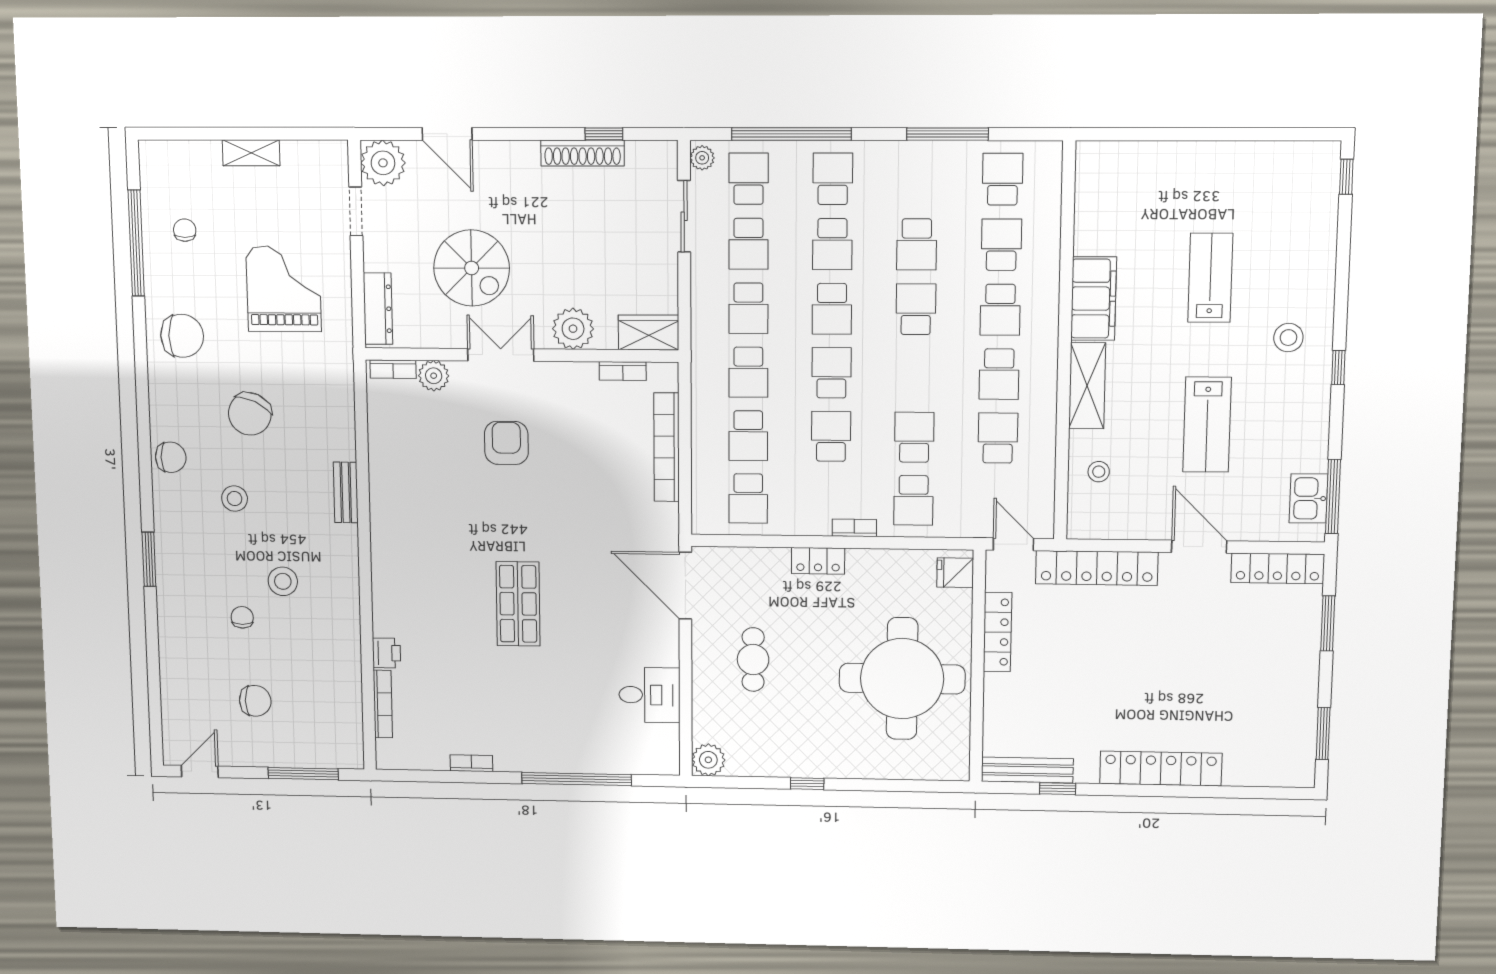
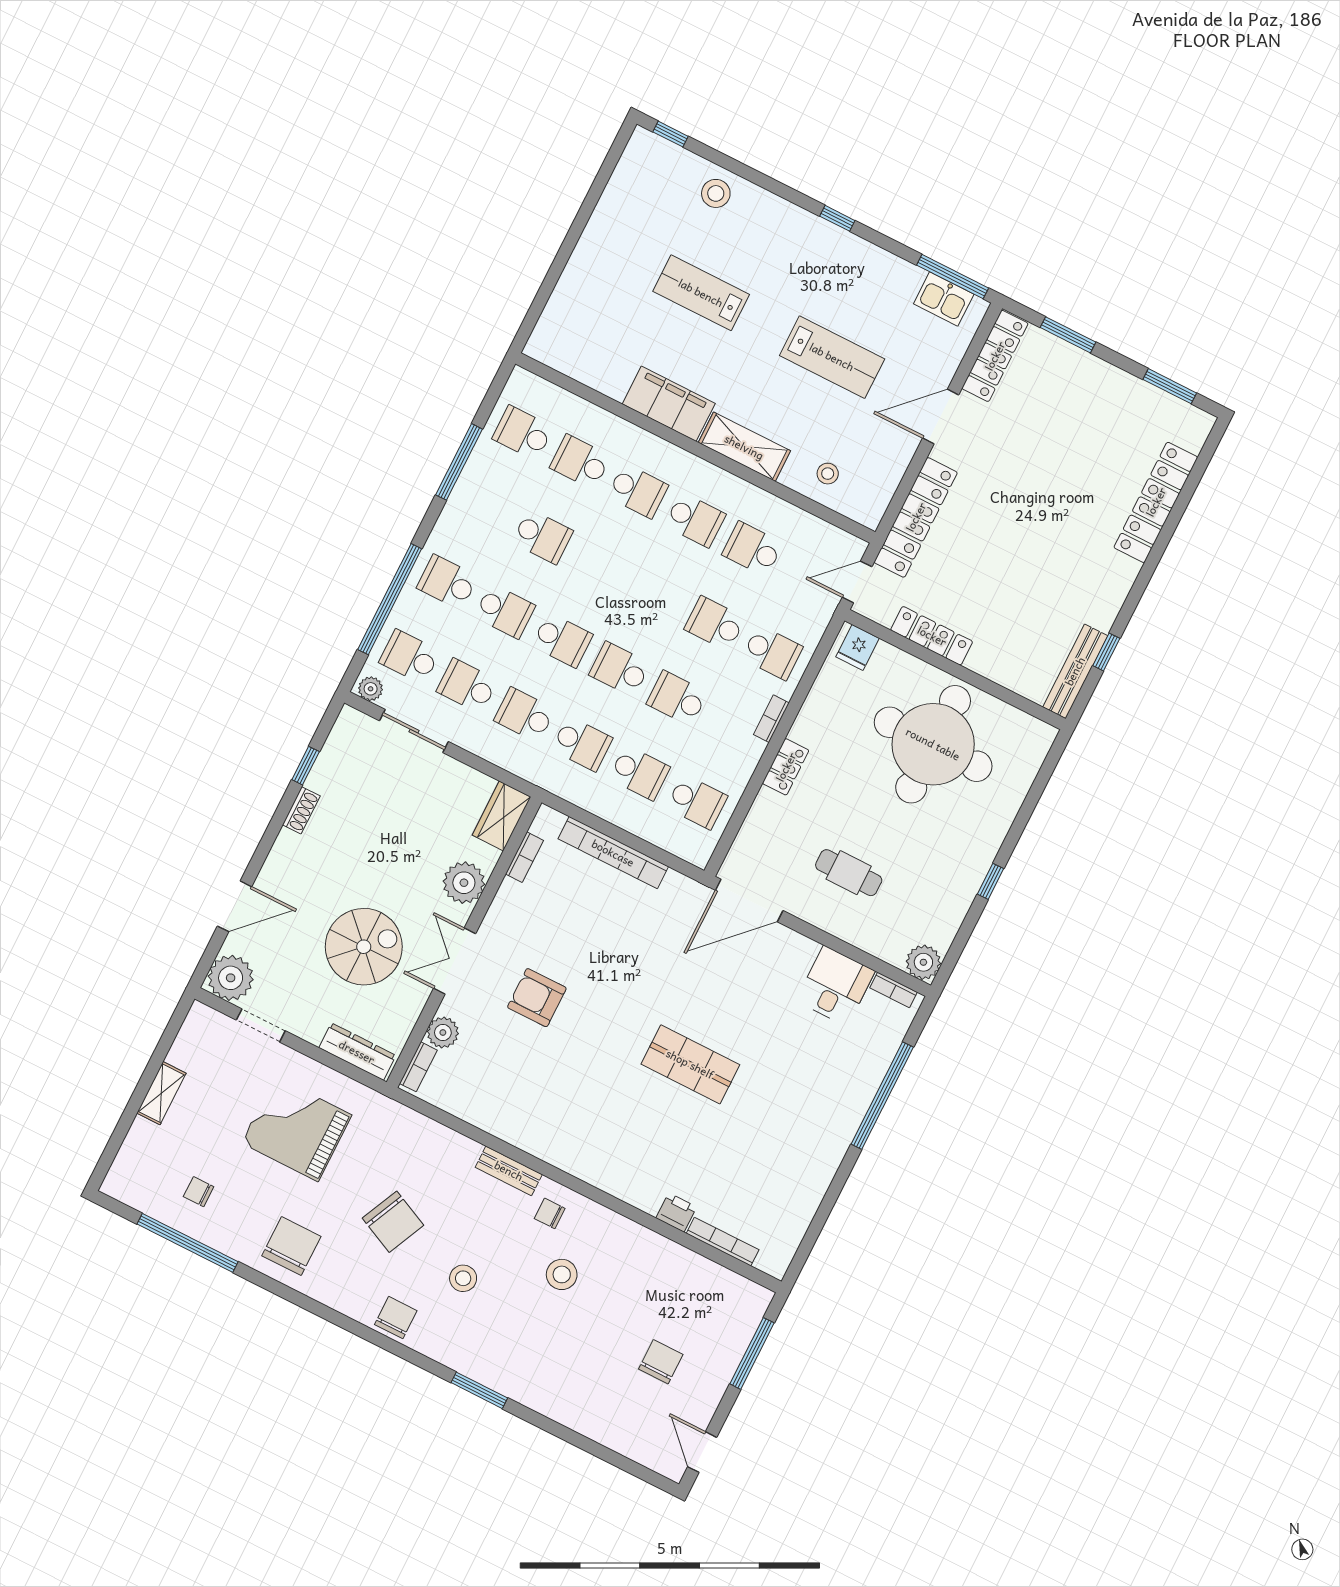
shoe rack: (583, 153) -> (301, 810), width x0.51, depth x0.81
school desk: (748, 244) -> (467, 686), turned 180
school desk: (748, 308) -> (525, 715), turned 180
school desk: (916, 309) -> (600, 566), removed
stool: (1288, 338) -> (716, 193), moved
chair: (242, 617) -> (550, 1213), moved
bookcase: (471, 763) -> (894, 990), moved, turned -90
locker: (1161, 769) -> (1156, 502), moved

